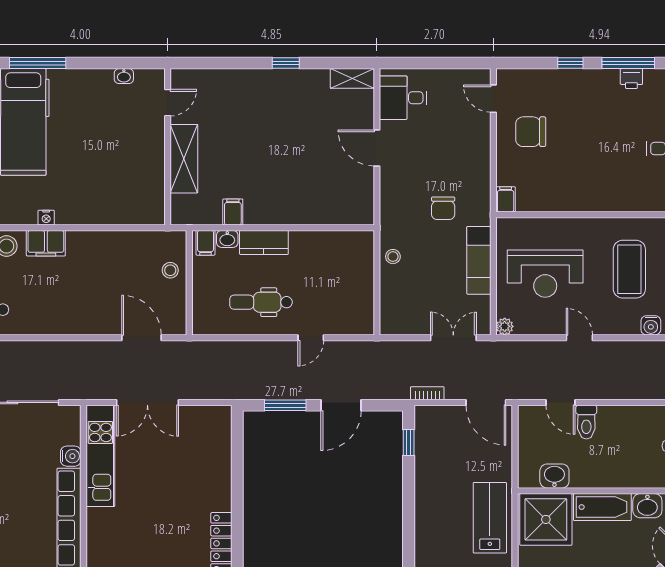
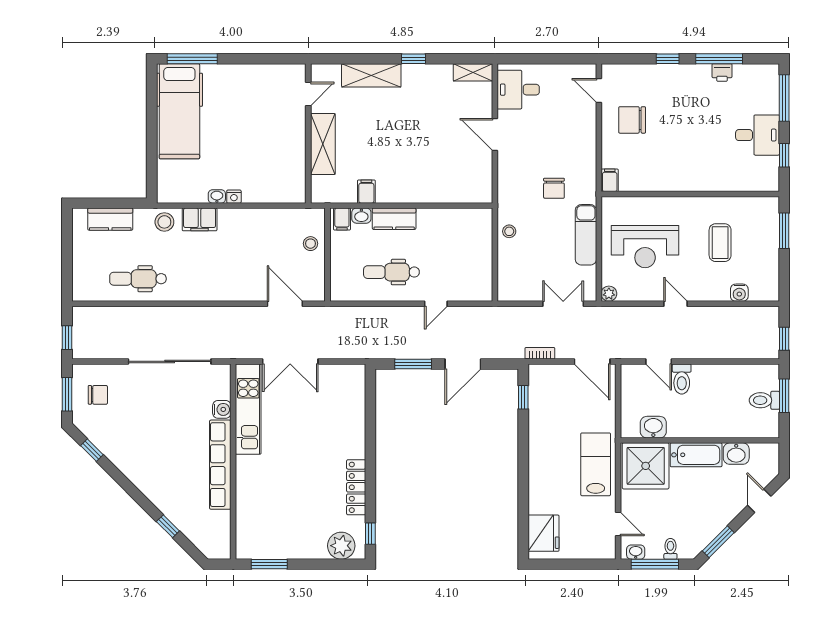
washbasin: (124, 76) -> (217, 196), moved, turned 180
shelving: (238, 82) -> (371, 75), added
nightstand: (46, 218) -> (234, 197), moved
coffee table: (629, 269) -> (720, 243), width x0.73, depth x0.76

